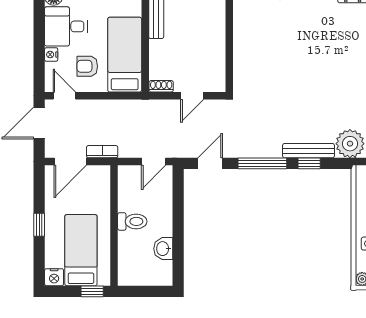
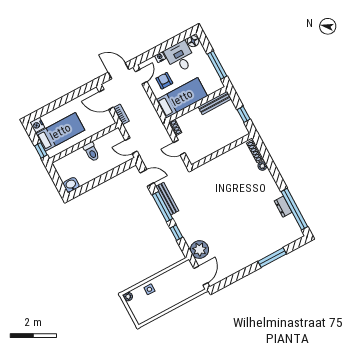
bench: (308, 151) -> (167, 199), moved
window: (39, 225) -> (62, 101), removed
washbasin: (163, 249) -> (71, 185), moved

